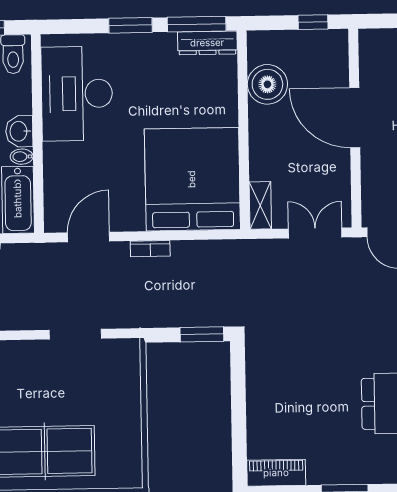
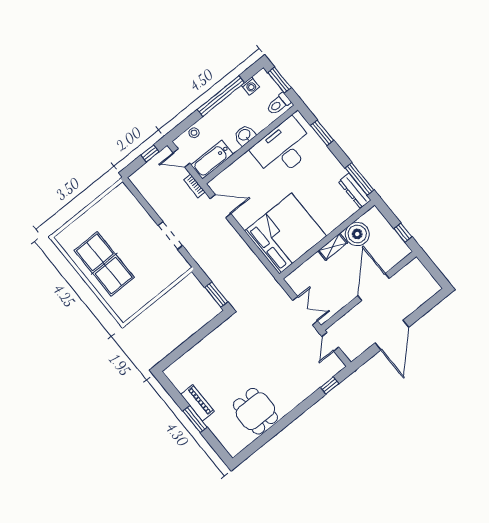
window: (130, 25) -> (322, 133), moved
bidet: (22, 157) -> (234, 145), removed
shelving: (260, 205) -> (333, 247), moved
bookcase: (150, 249) -> (194, 186), moved
piano: (276, 473) -> (197, 403), moved

